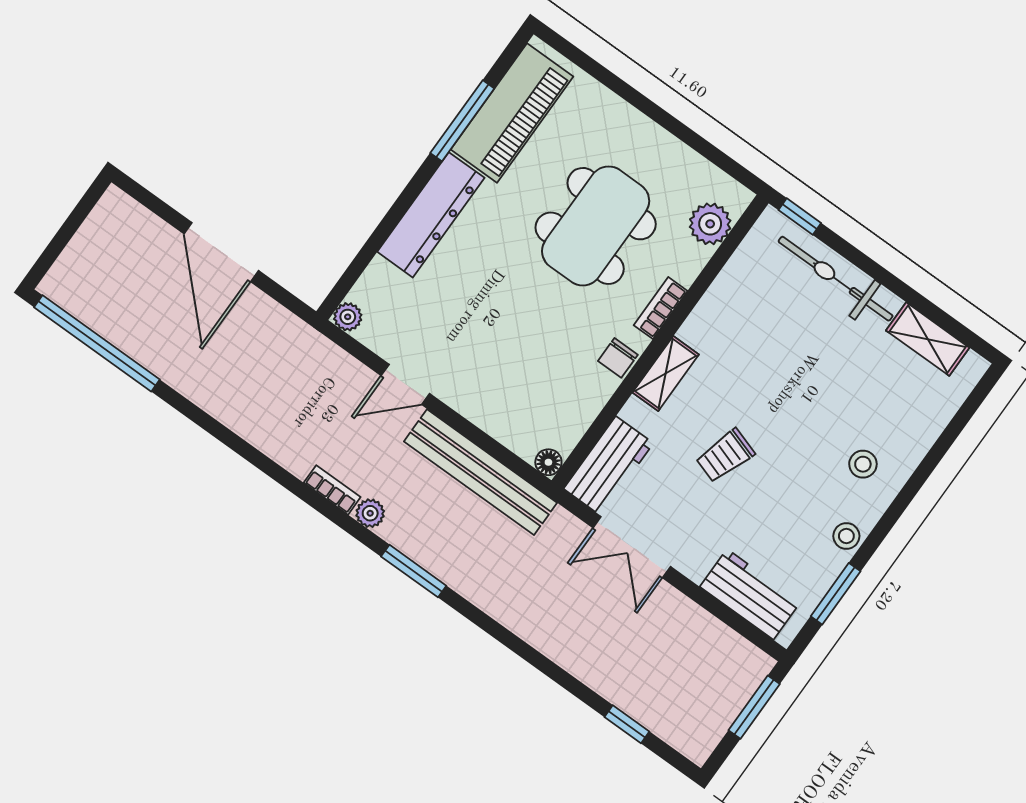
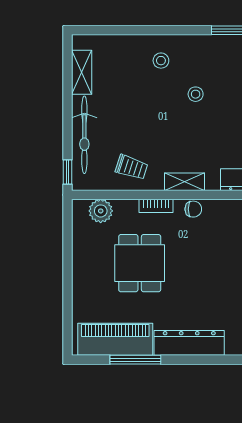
dining table: (596, 226) -> (140, 263), width x0.73
trolley: (725, 456) -> (132, 167), moved
stool: (846, 536) -> (196, 94), moved

